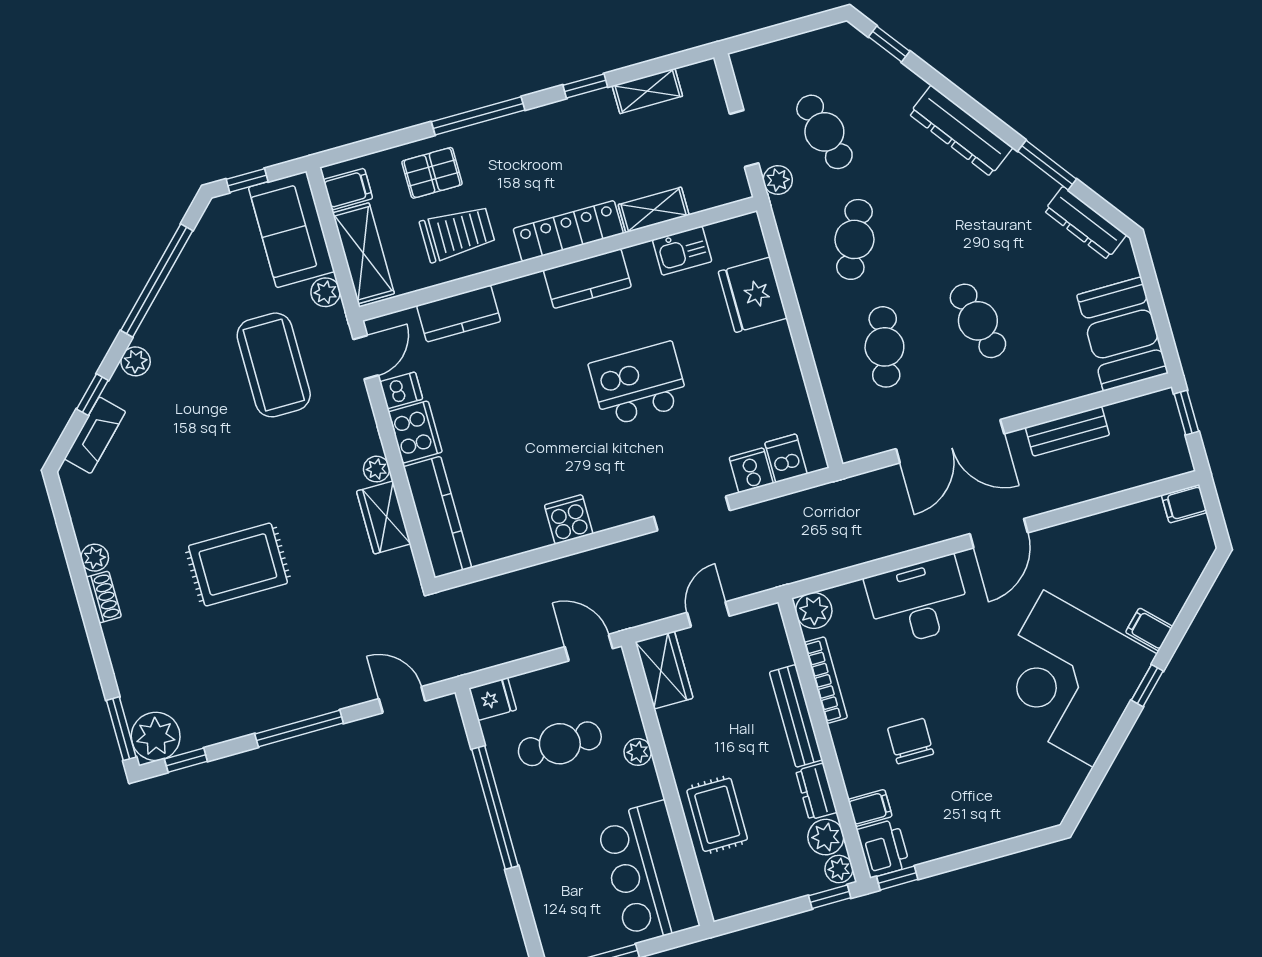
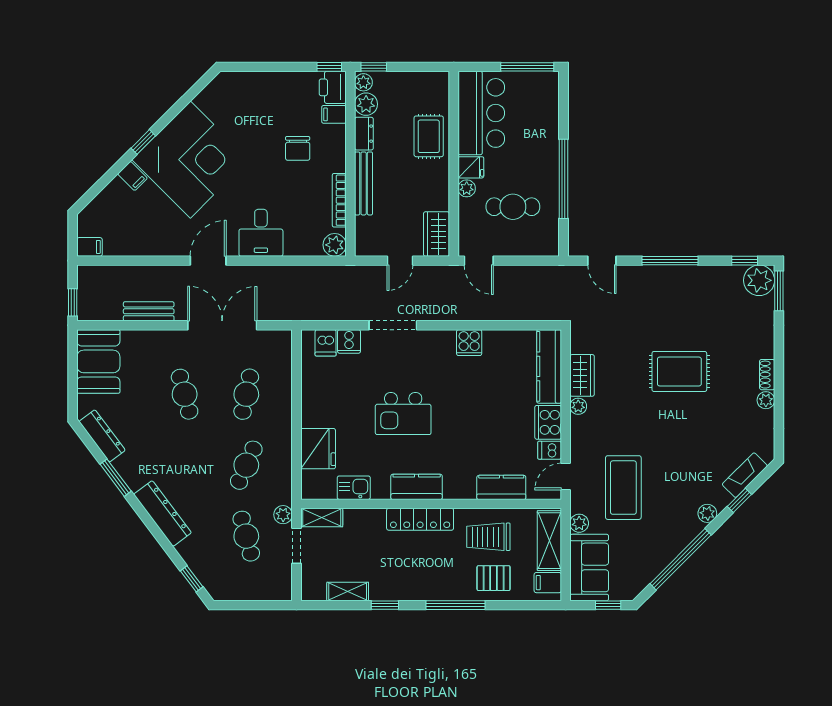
shelving: (654, 210) -> (322, 518), moved
desk: (918, 601) -> (261, 233), width x0.73
fridge: (493, 699) -> (471, 167), moved, turned 180

